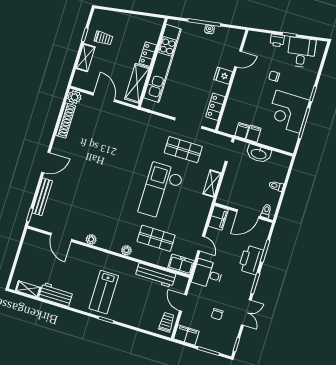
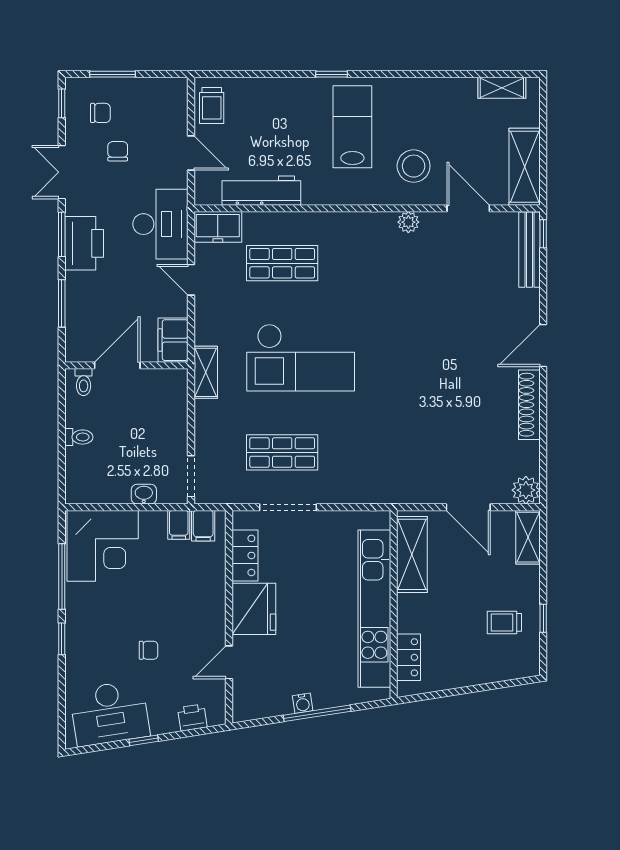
printer: (277, 40) -> (192, 717), moved
desk: (301, 52) -> (110, 713), width x1.37
locker: (148, 54) -> (408, 657), moved
shelving: (86, 58) -> (528, 537), moved
fridge: (223, 76) -> (254, 609), width x1.88, depth x1.34
corner desk: (288, 112) -> (103, 546), moved, turned 90
shoe rack: (66, 121) -> (529, 405), moved
filing cabinet: (254, 134) -> (203, 526), moved
washbasin: (259, 154) -> (144, 494), width x0.52, depth x0.69
shelving: (212, 183) -> (206, 372), moved
checkout: (161, 191) -> (301, 358), turned 90
bench: (42, 197) -> (529, 250), moved
shelving: (29, 249) -> (525, 167), added
plant: (126, 250) -> (333, 222), removed
printer: (251, 260) -> (84, 243), moved
stool: (81, 265) -> (414, 166), added
desk: (208, 274) -> (160, 224), width x1.37
workbench: (56, 294) -> (444, 94), removed
filing cabinet: (186, 335) -> (165, 92), removed
chair: (220, 335) -> (100, 113), added

